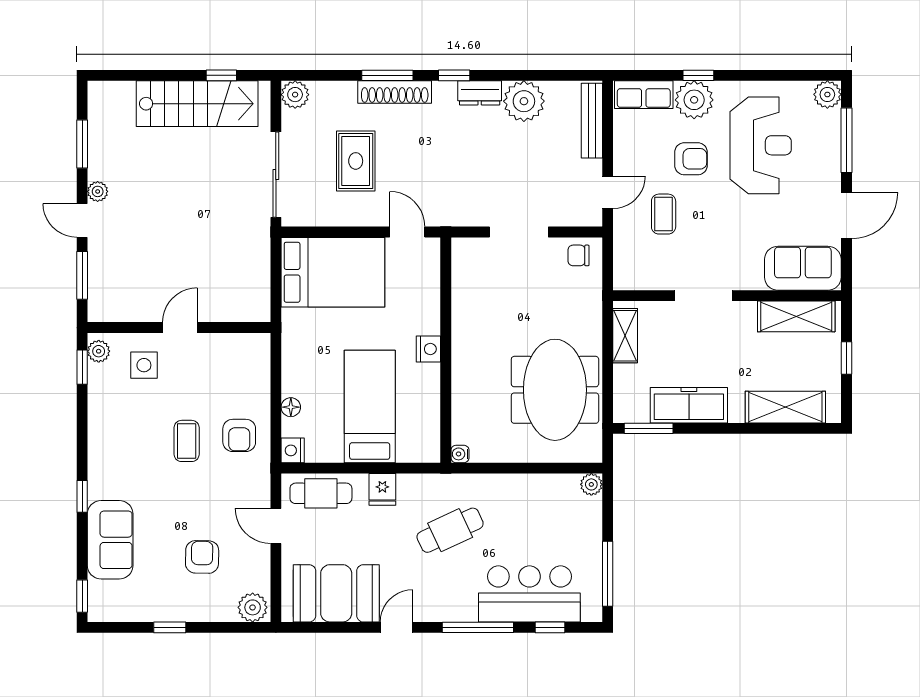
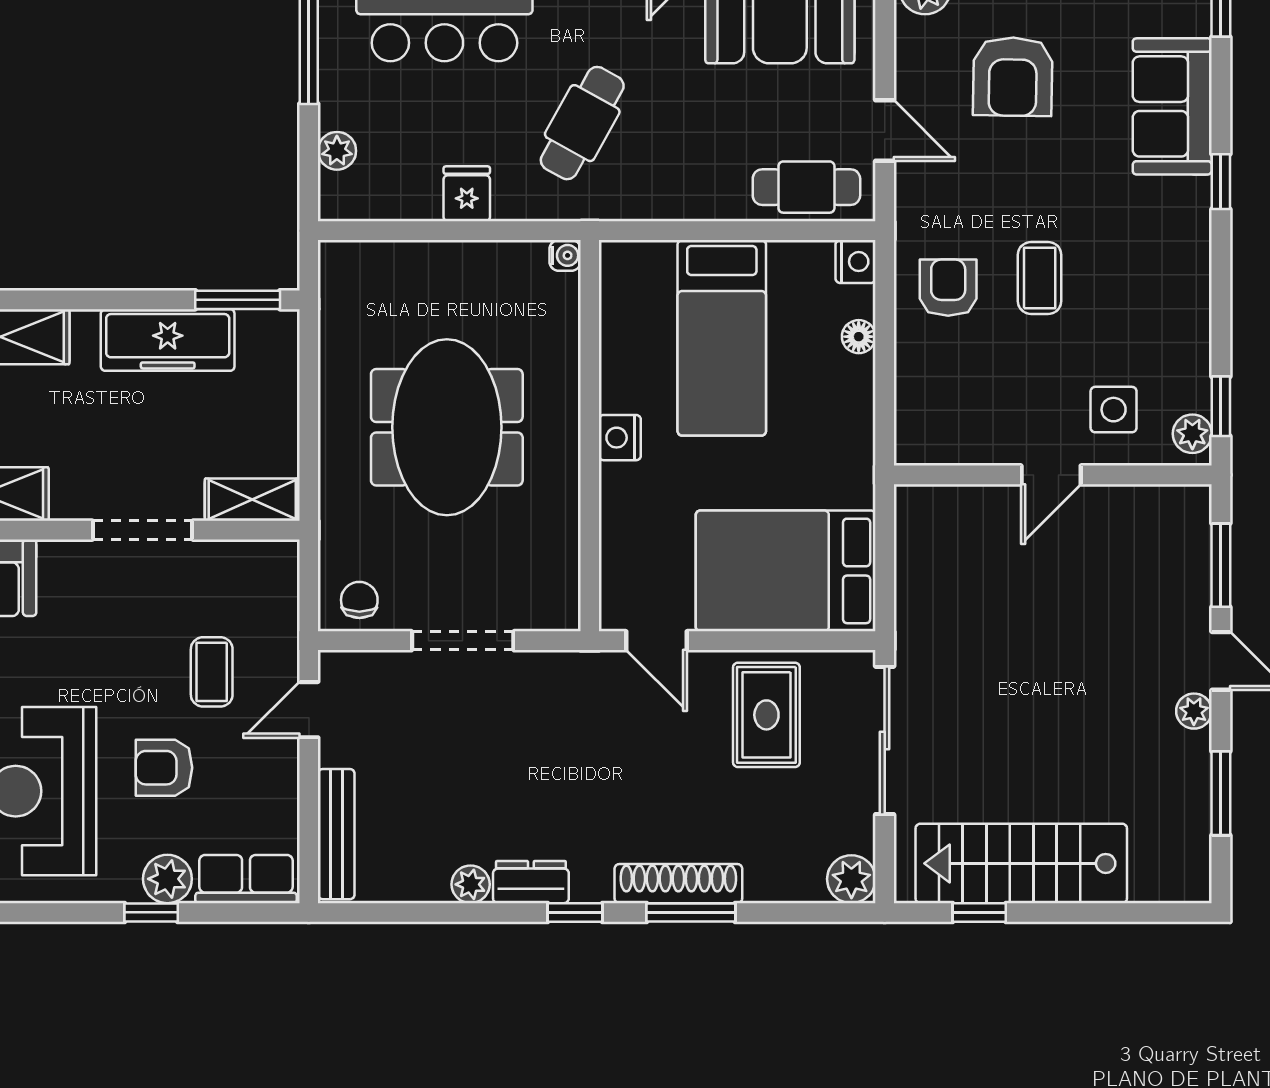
plant: (694, 100) -> (167, 879), width x0.73, depth x0.73
plant: (524, 101) -> (471, 884), width x0.53, depth x0.53
rug: (356, 161) -> (766, 715), moved
chair: (579, 255) -> (359, 600), turned -90
shelving: (625, 336) -> (252, 500), moved, turned 90
meeting table: (555, 390) -> (447, 427), moved
plant: (591, 484) -> (337, 151), moved
fridge: (382, 489) -> (467, 194), moved
cafe table: (450, 530) -> (582, 123), turned -36
armchair: (202, 557) -> (1013, 77), width x1.38, depth x1.38

